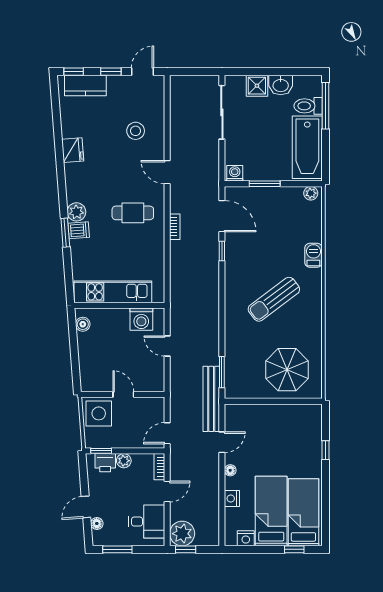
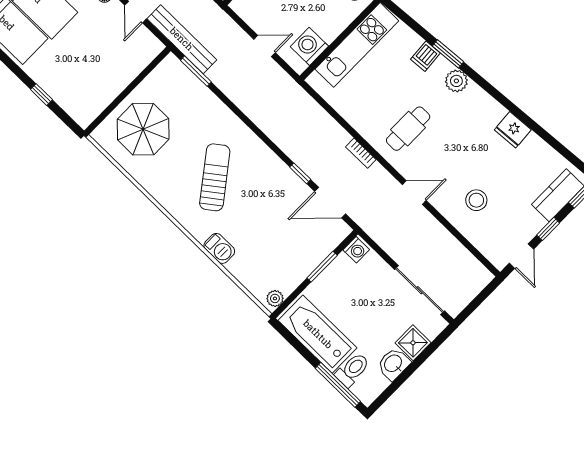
dishwasher: (79, 230) -> (425, 56), moved

